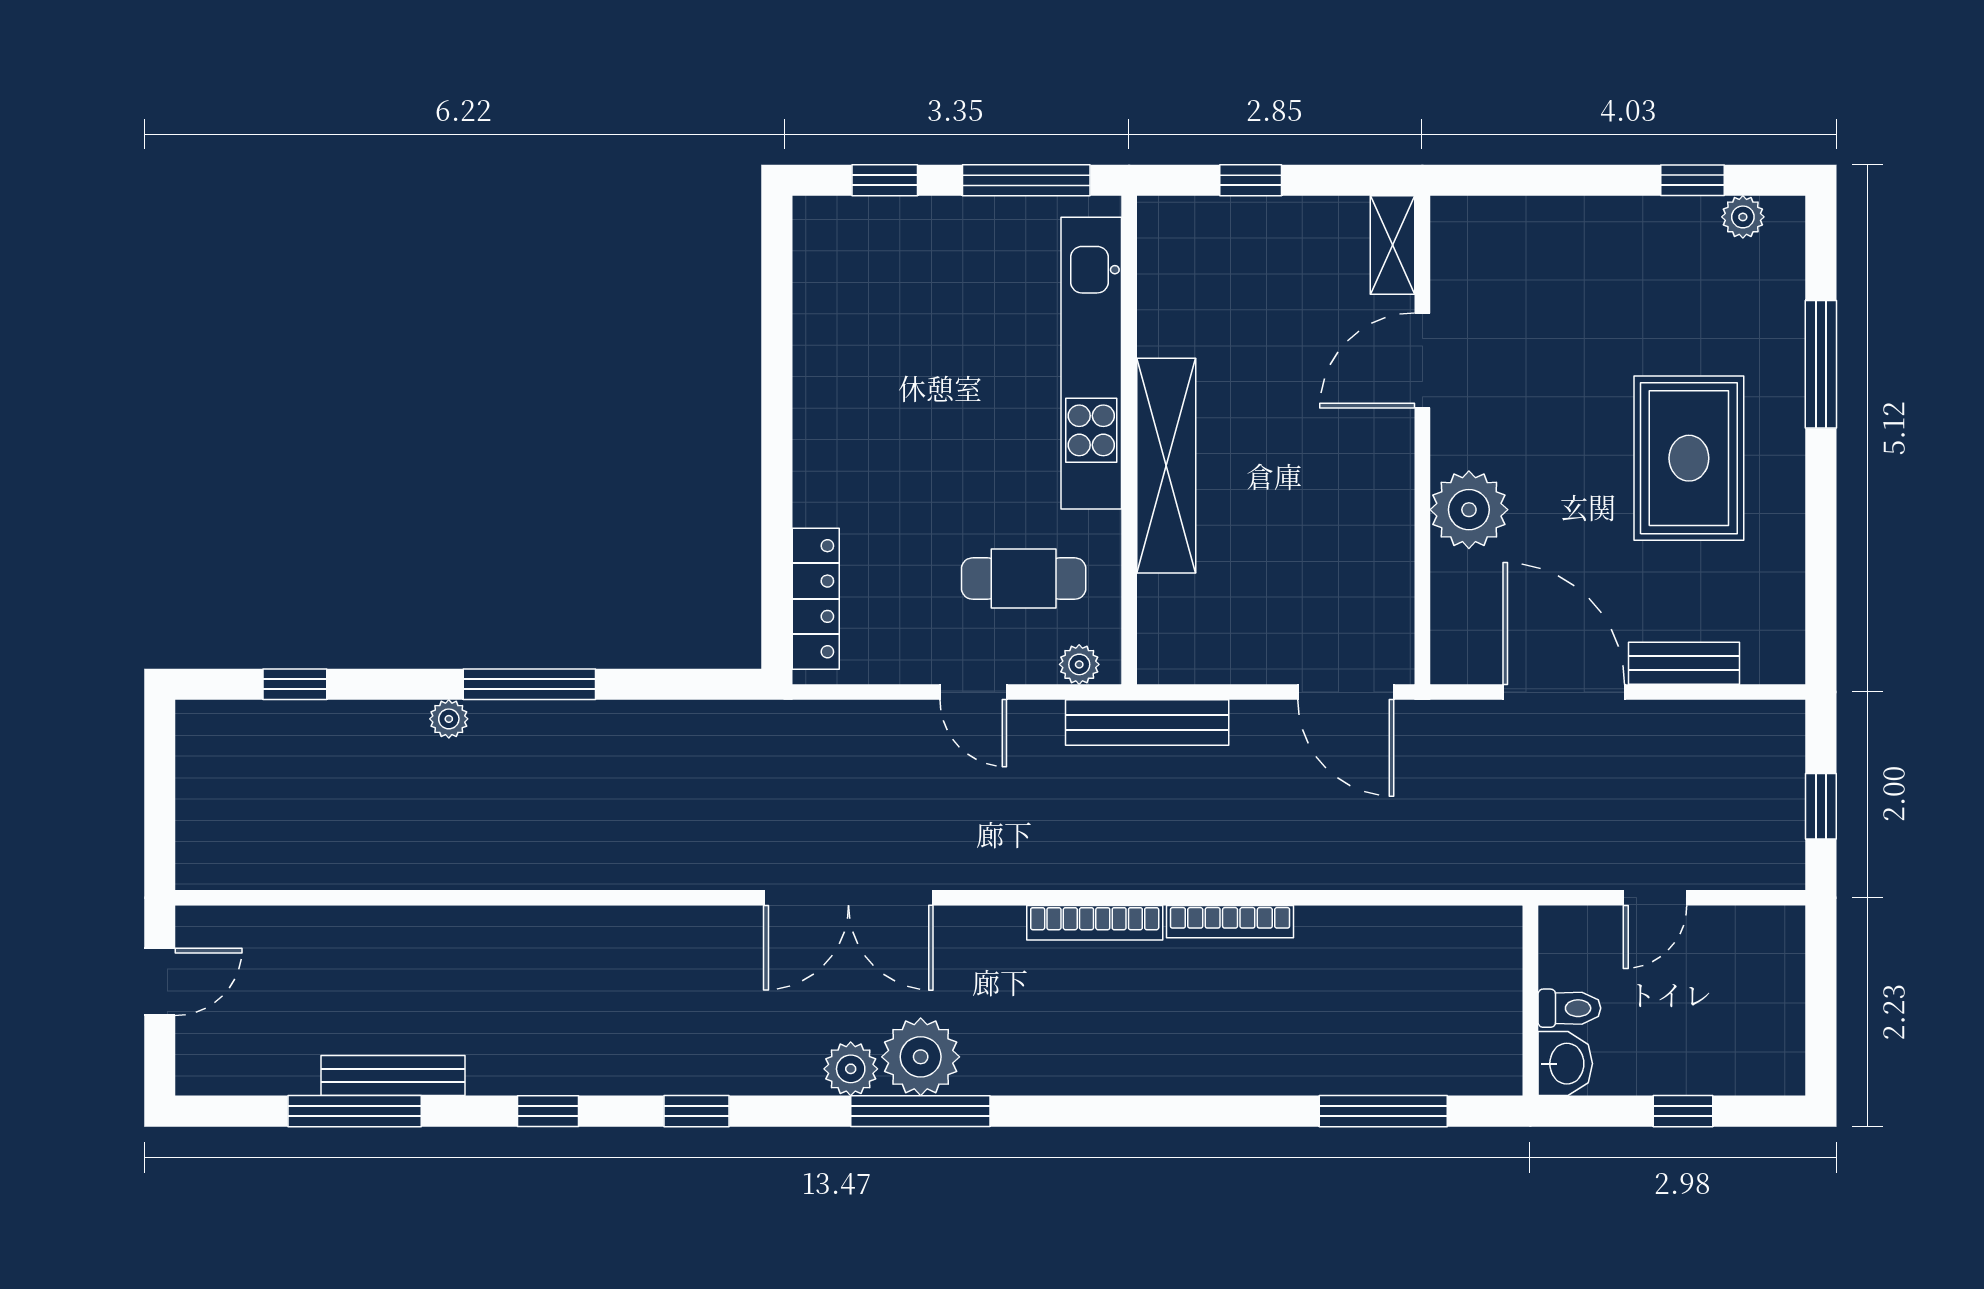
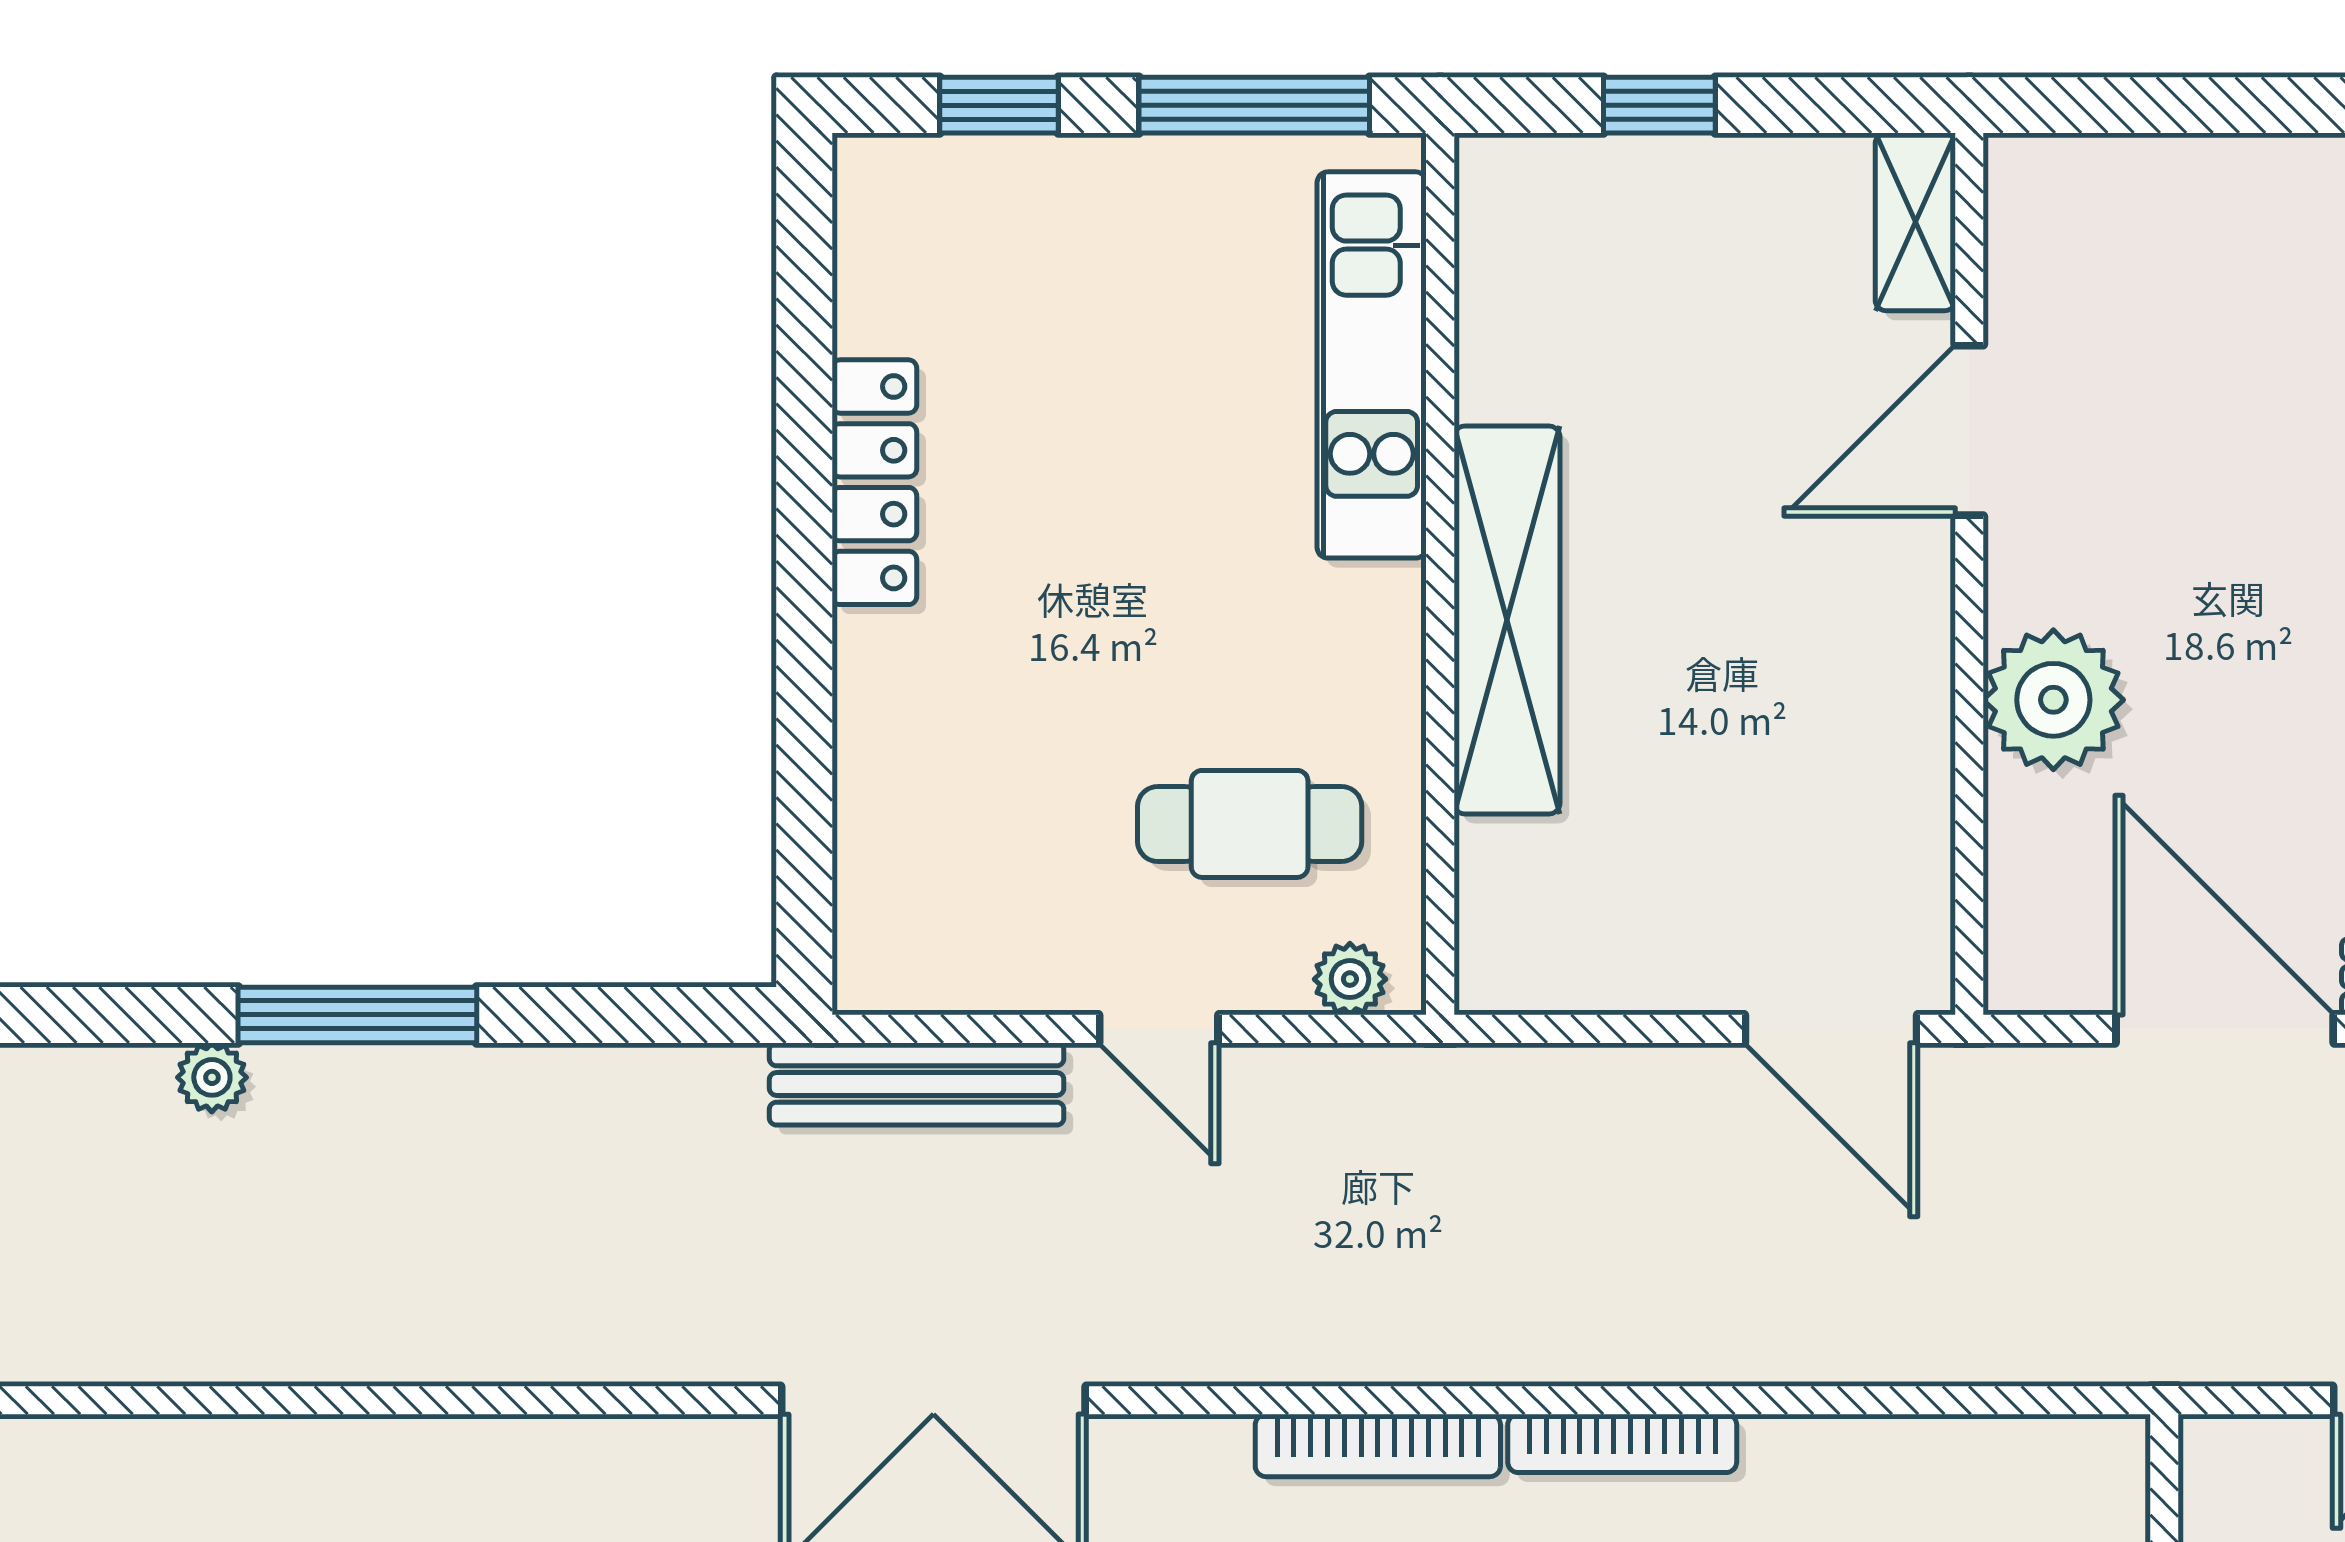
kitchen unit: (1091, 363) -> (1372, 365), width x0.73
locker: (816, 599) -> (874, 482), moved
bench: (1147, 723) -> (917, 1084), moved

